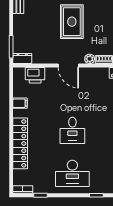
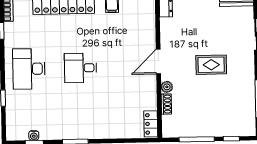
rug: (72, 22) -> (211, 65), width x0.73, depth x0.70
printer: (35, 75) -> (146, 22), removed

